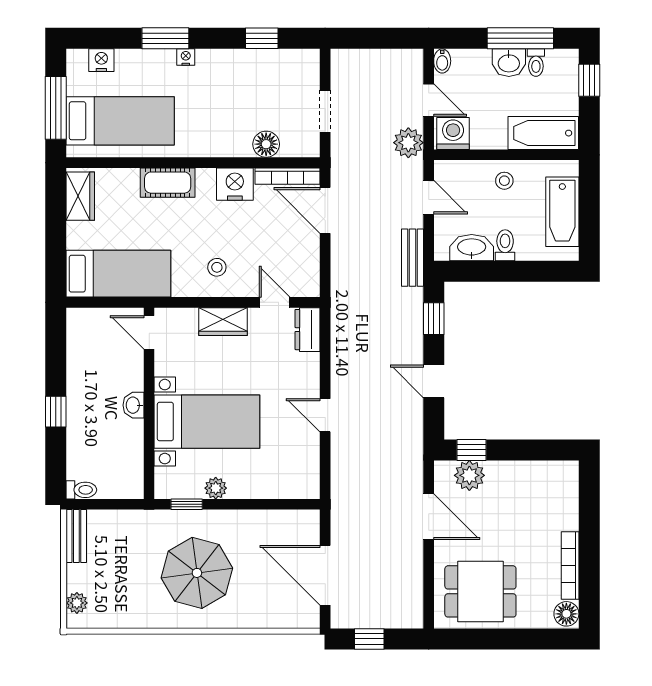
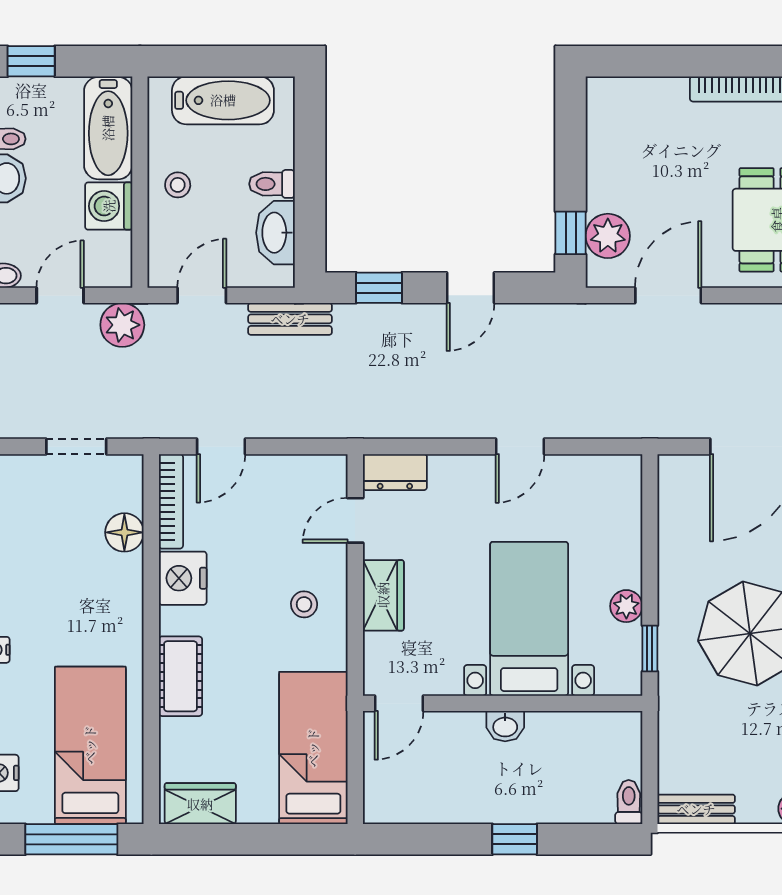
washing machine: (453, 133) -> (109, 206), moved
door: (325, 210) -> (221, 446), width x0.73

